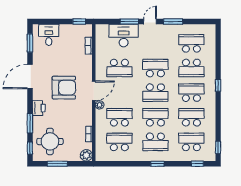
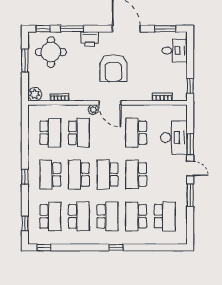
school desk: (155, 68) -> (136, 175), turned 180
school desk: (155, 117) -> (79, 175), turned 180

